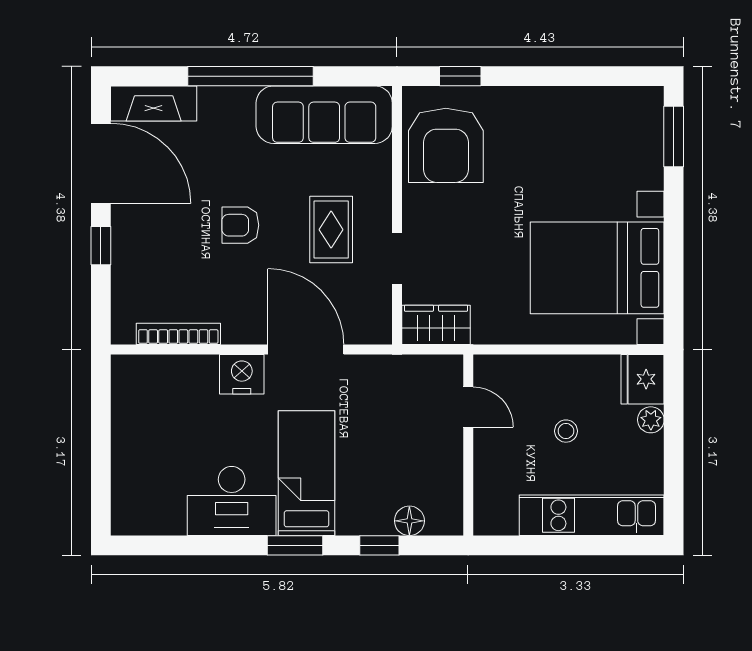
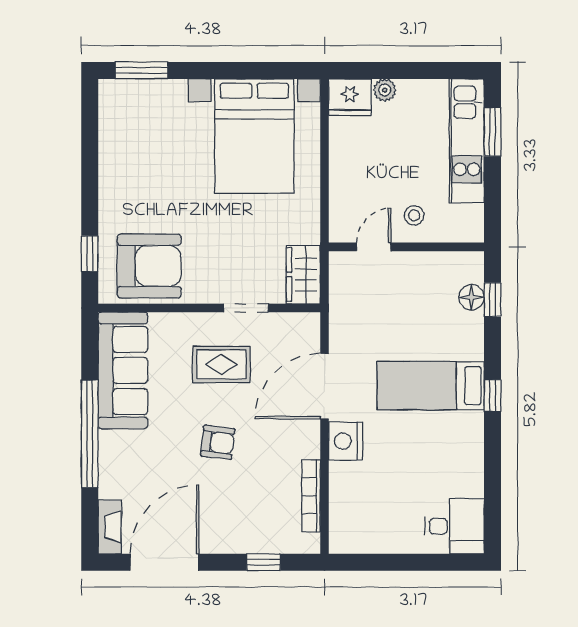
fireplace: (154, 104) -> (110, 527), width x0.73, depth x0.76
armchair: (240, 225) -> (218, 442), turned -83
window: (101, 246) -> (263, 562), moved
stool: (566, 431) -> (414, 215), moved
desk: (232, 501) -> (454, 526), moved, width x0.73
window: (295, 545) -> (493, 396), width x0.67
window: (379, 545) -> (493, 300), moved
window: (602, 545) -> (493, 132), added

